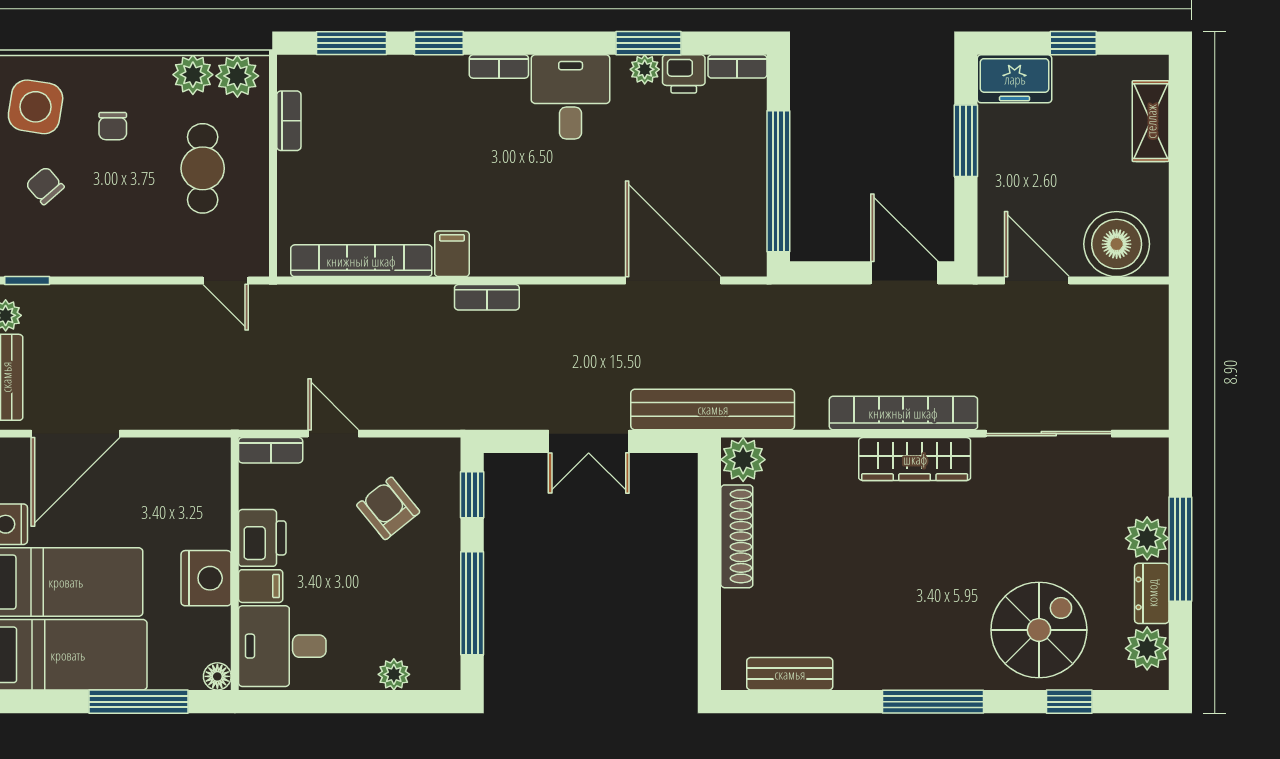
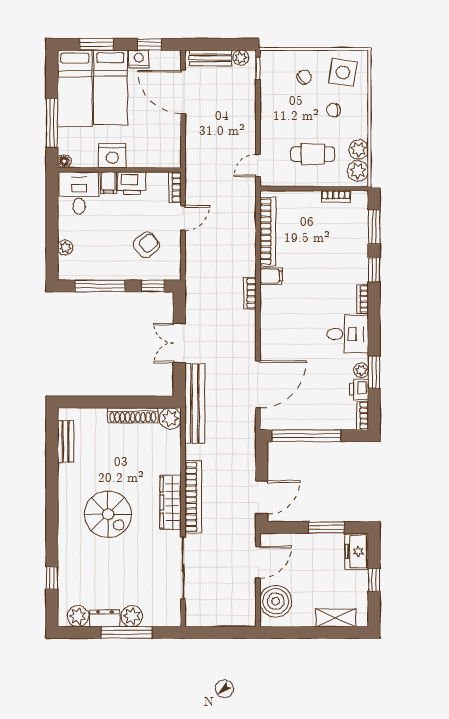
spiral stairs: (1039, 630) -> (108, 514), moved
window: (933, 702) -> (52, 511), removed

